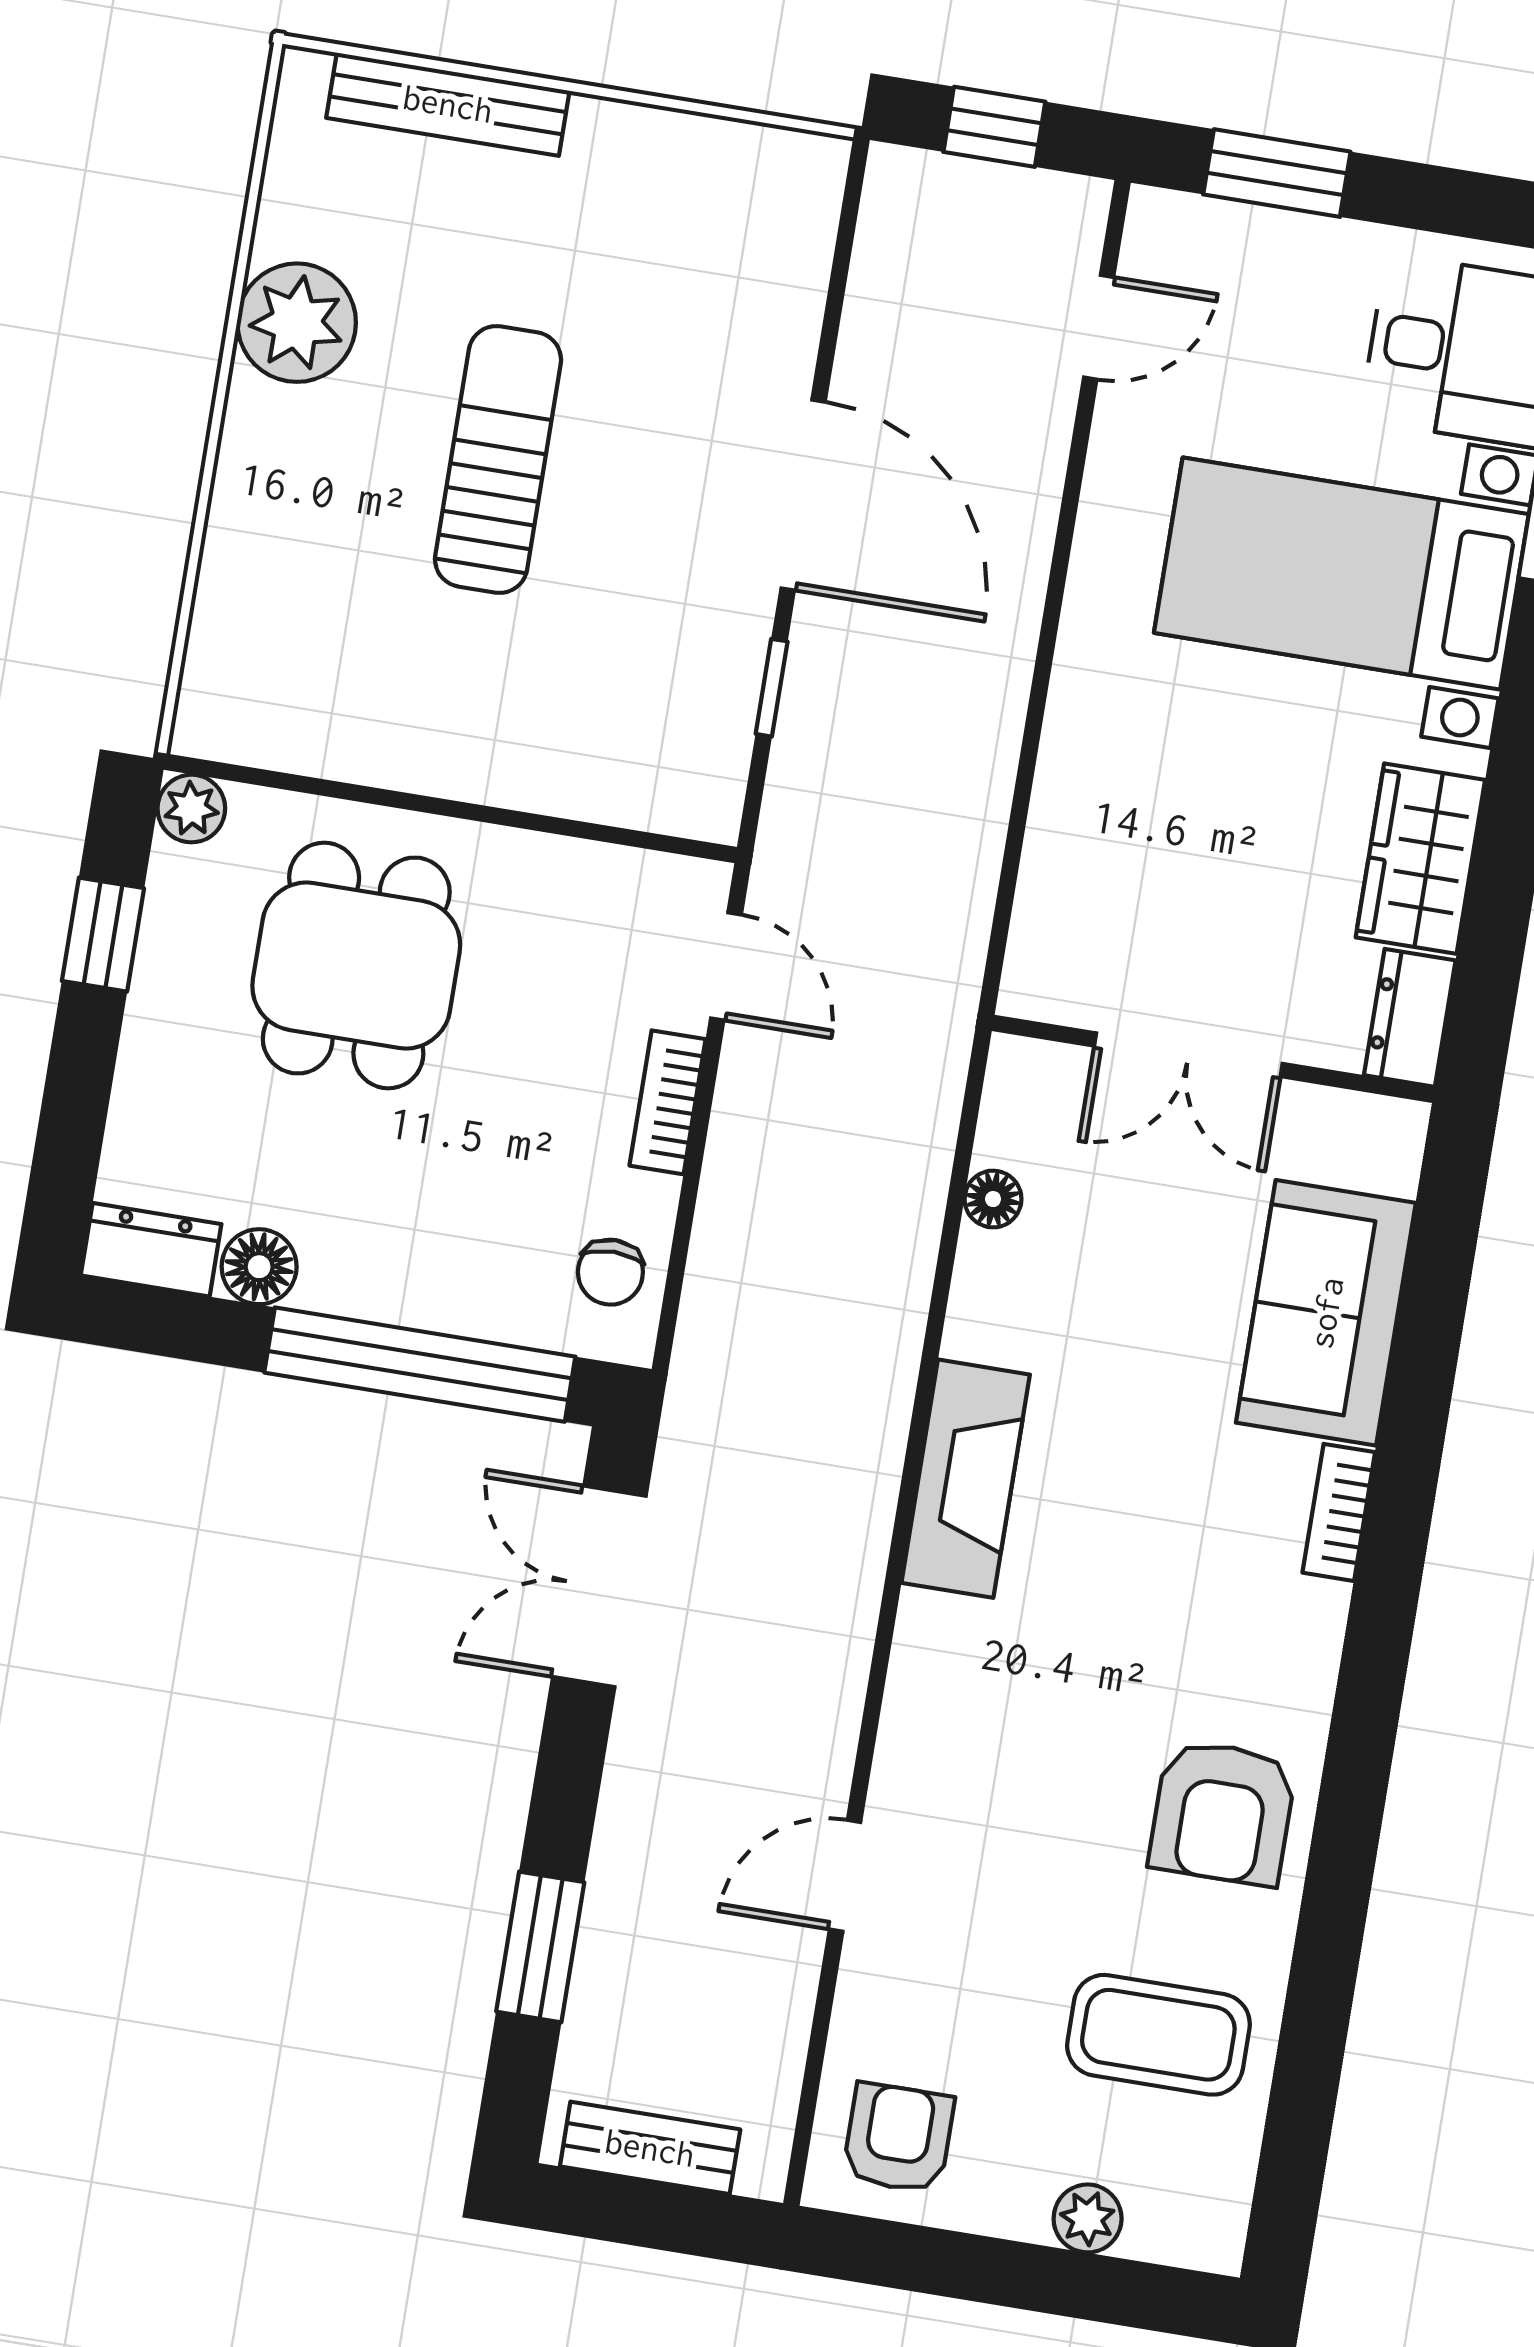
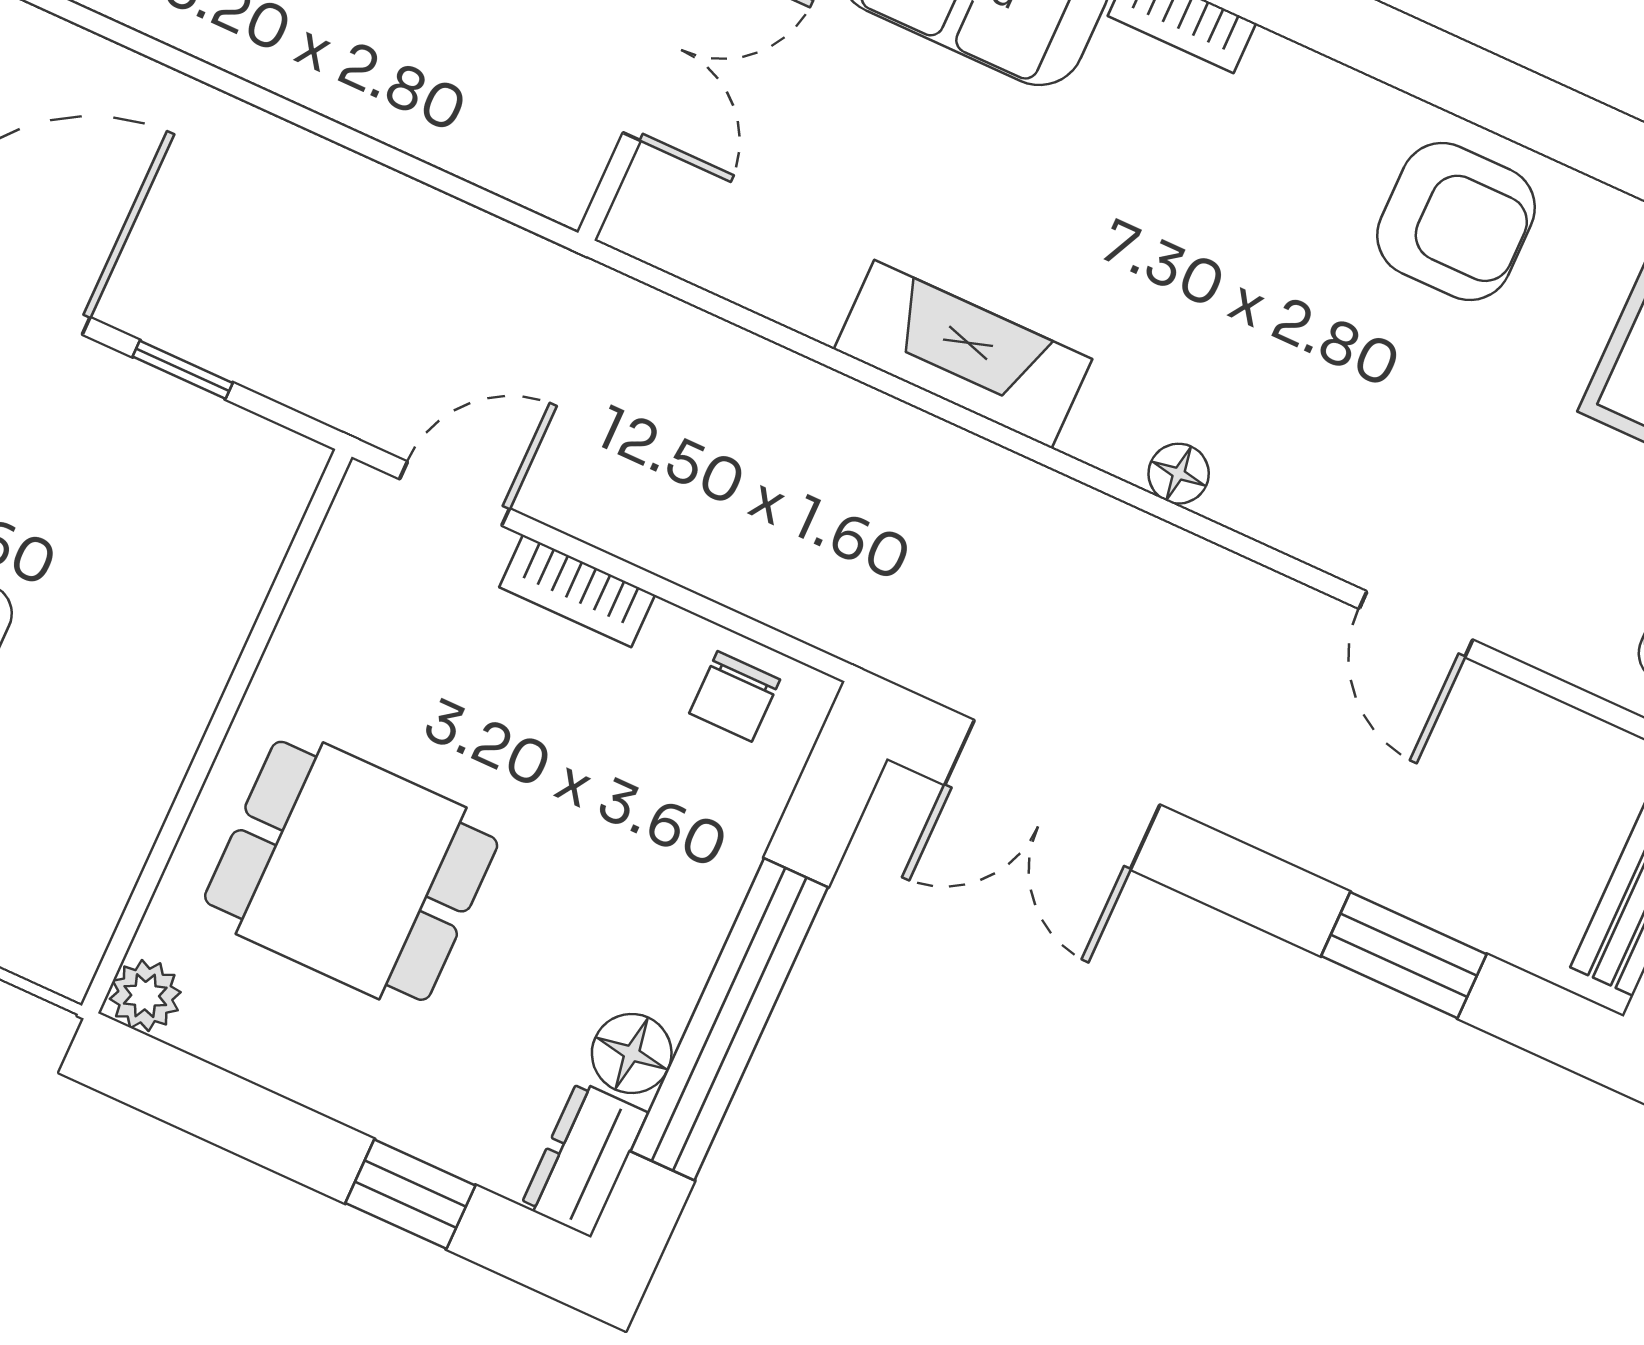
window: (103, 935) -> (410, 1194), moved
floor lamp: (993, 1199) -> (1179, 474), moved
chair: (610, 1272) -> (735, 696), turned 90
window: (420, 1365) -> (729, 1019), moved
fireplace: (966, 1479) -> (963, 354), moved

